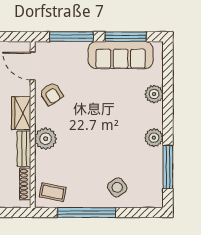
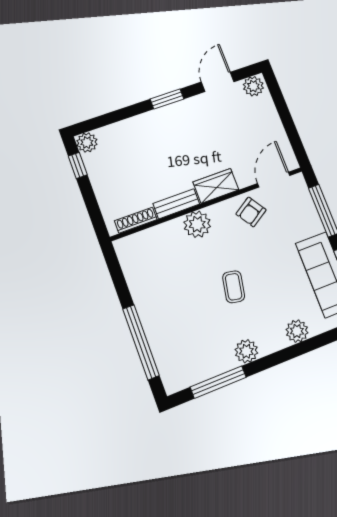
side table: (117, 187) -> (171, 330), removed
coffee table: (53, 192) -> (234, 287), moved
window: (87, 213) -> (141, 342), moved

